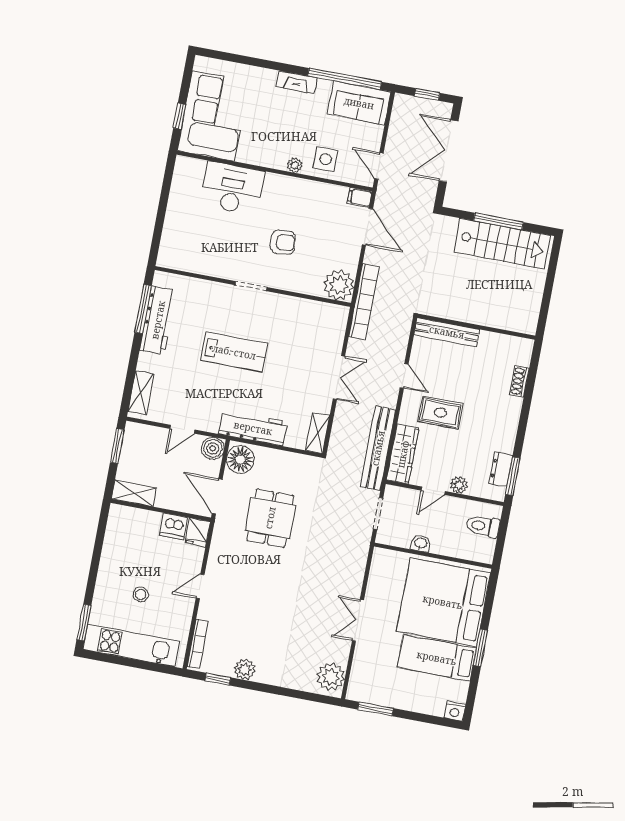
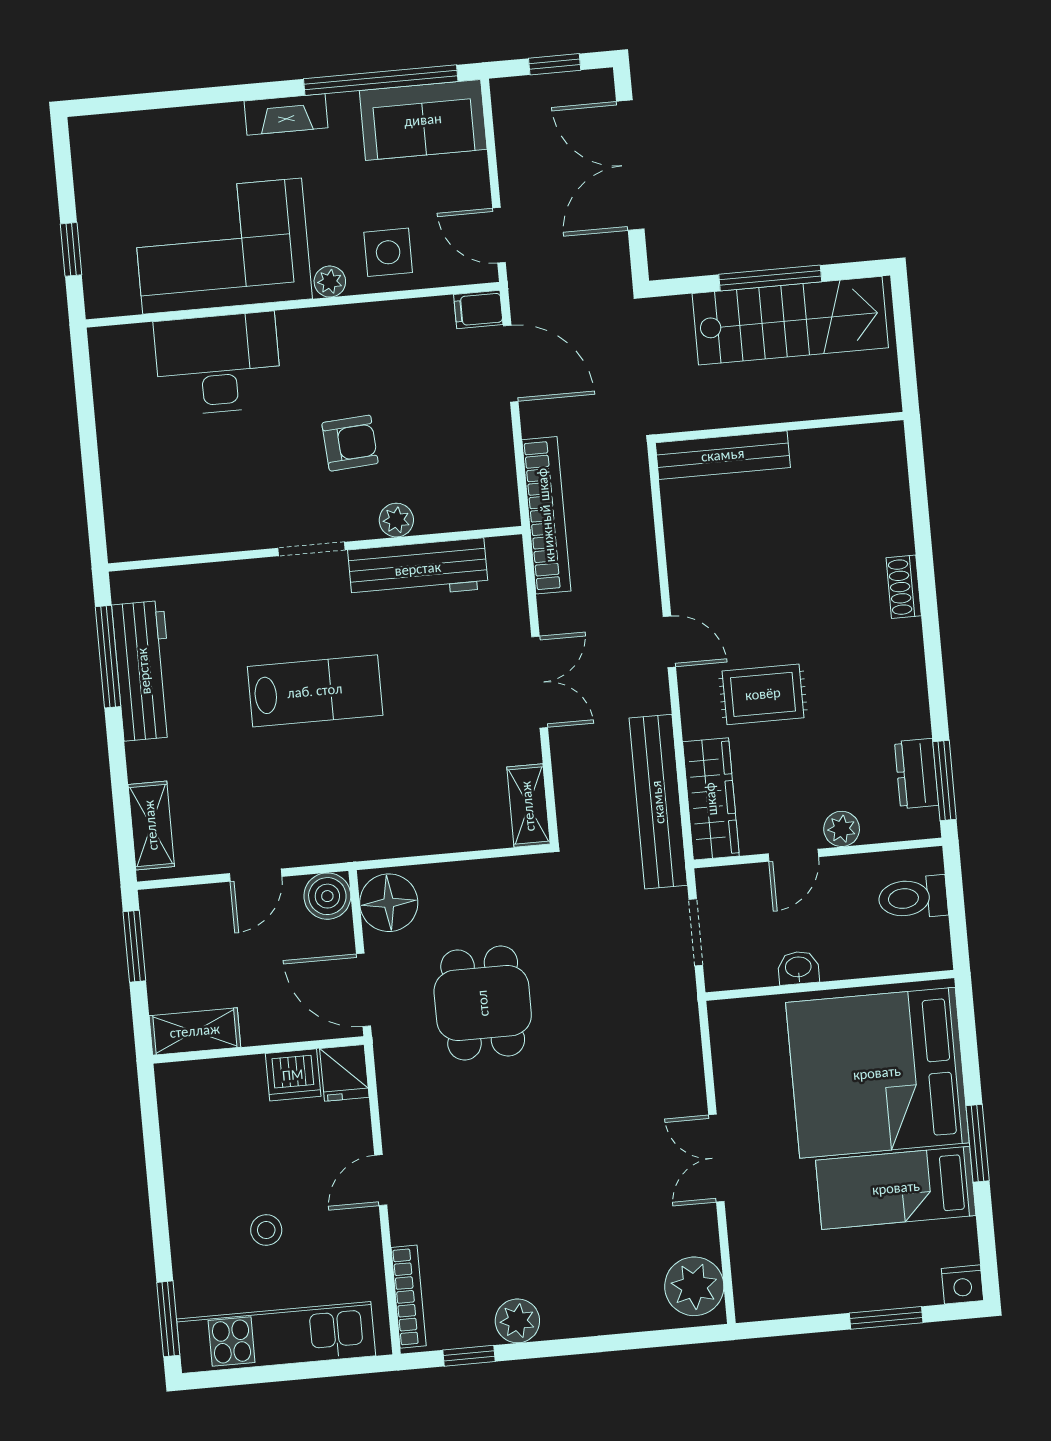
corner sofa: (213, 116) -> (222, 246), moved, turned -90
plant: (339, 285) -> (396, 520), moved, width x0.53, depth x0.53
wall: (476, 327) -> (779, 427), moved
bench: (447, 332) -> (723, 455), moved
workbench: (253, 428) -> (418, 569), moved, turned 180
window: (375, 709) -> (886, 1318), moved

